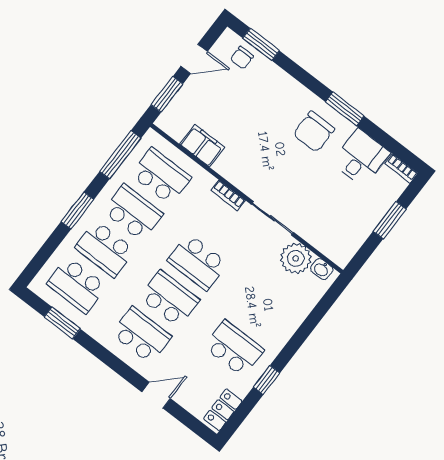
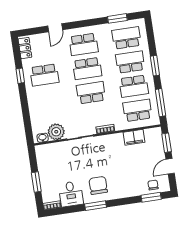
school desk: (161, 176) -> (137, 110), turned 180

